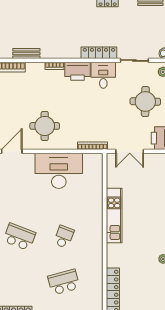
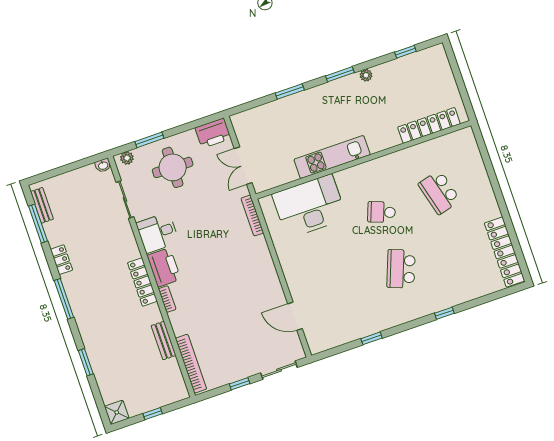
locker: (99, 53) -> (142, 282), moved
round table: (45, 126) -> (248, 285), removed
double door: (130, 151) -> (243, 166), swing flipped
desk: (59, 171) -> (309, 206), moved, turned 90

